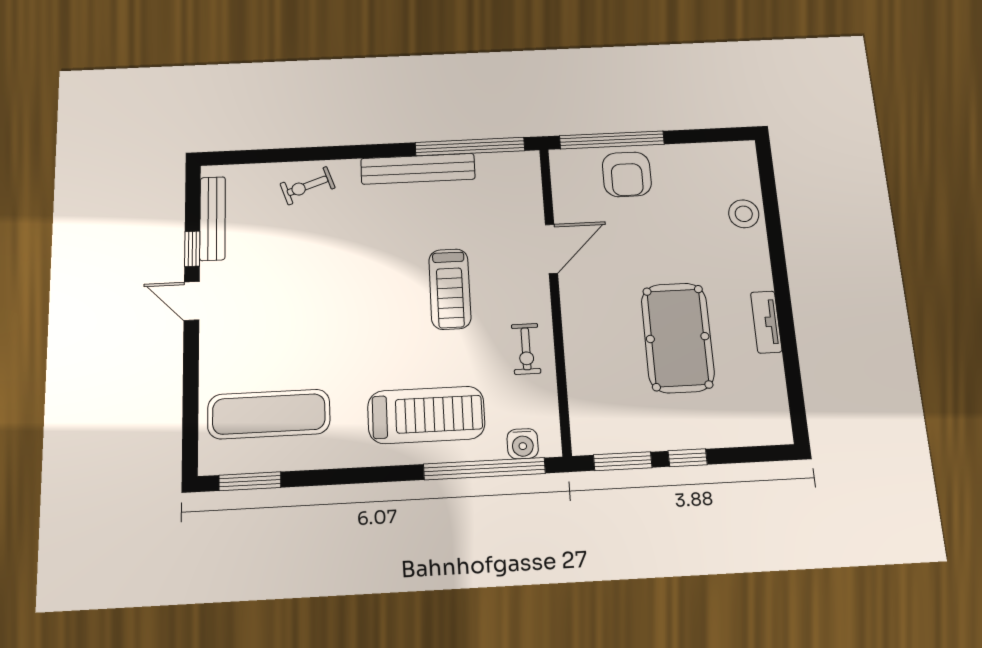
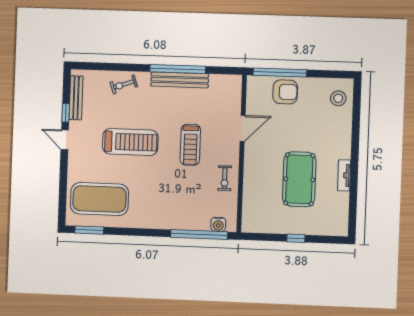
window: (470, 147) -> (178, 69), moved
armchair: (627, 174) -> (285, 92), turned -90
stool: (744, 214) -> (338, 98), moved
exercise mat: (269, 414) -> (99, 199), width x1.47
treadmill: (426, 415) -> (130, 142), moved
window: (623, 461) -> (265, 237), removed

